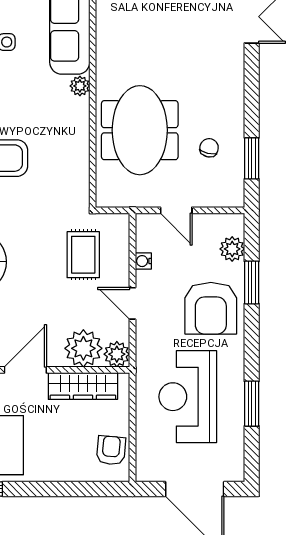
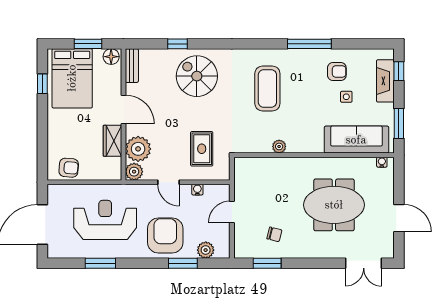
plant: (80, 86) -> (279, 146), moved
meeting table: (140, 130) -> (334, 205), moved
rug: (83, 255) -> (202, 149), turned 90
door: (132, 303) -> (169, 182), swing flipped
armchair: (211, 308) -> (165, 235), turned 90
wardrobe: (83, 386) -> (112, 141), width x0.67

